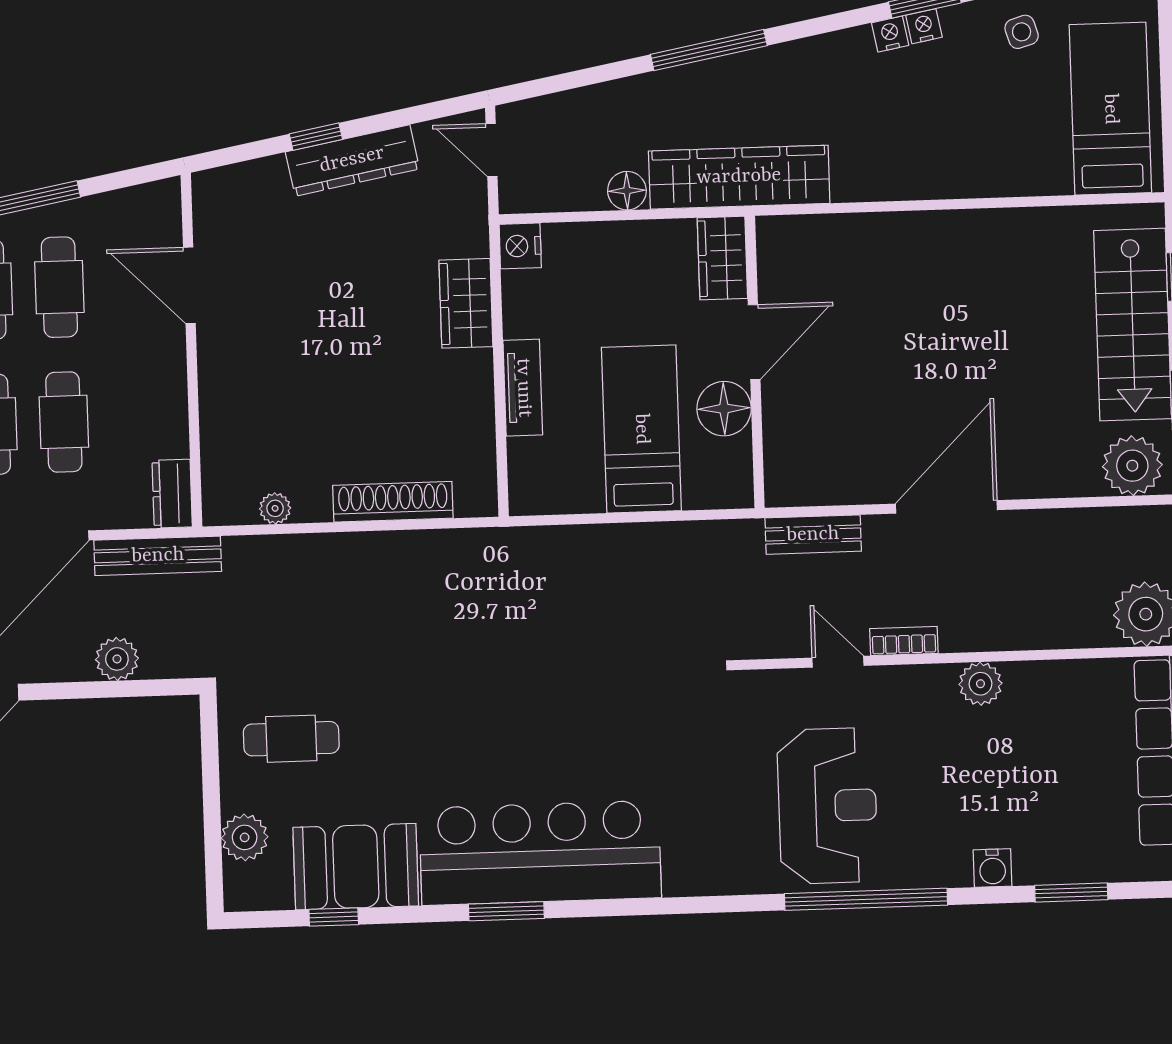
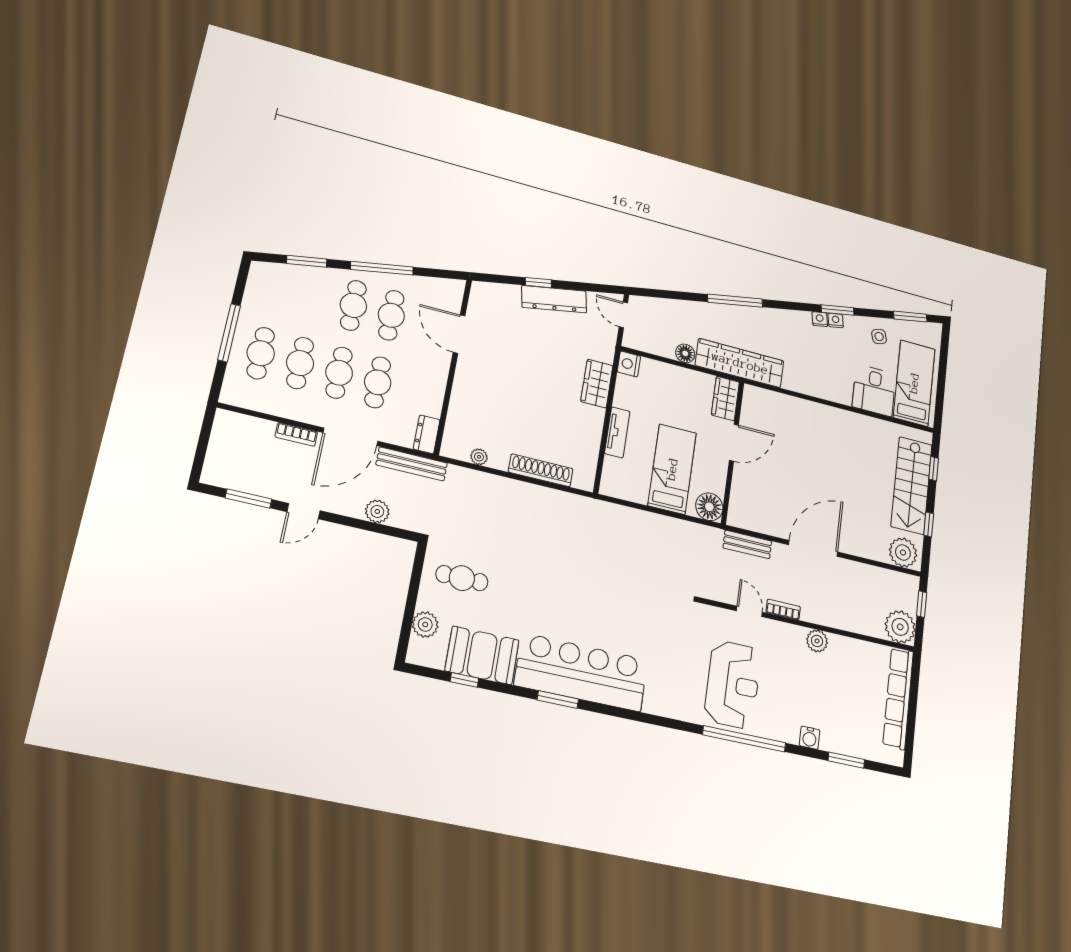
desk: (1026, 150) -> (874, 390), added
floor lamp: (724, 409) -> (709, 507), moved

